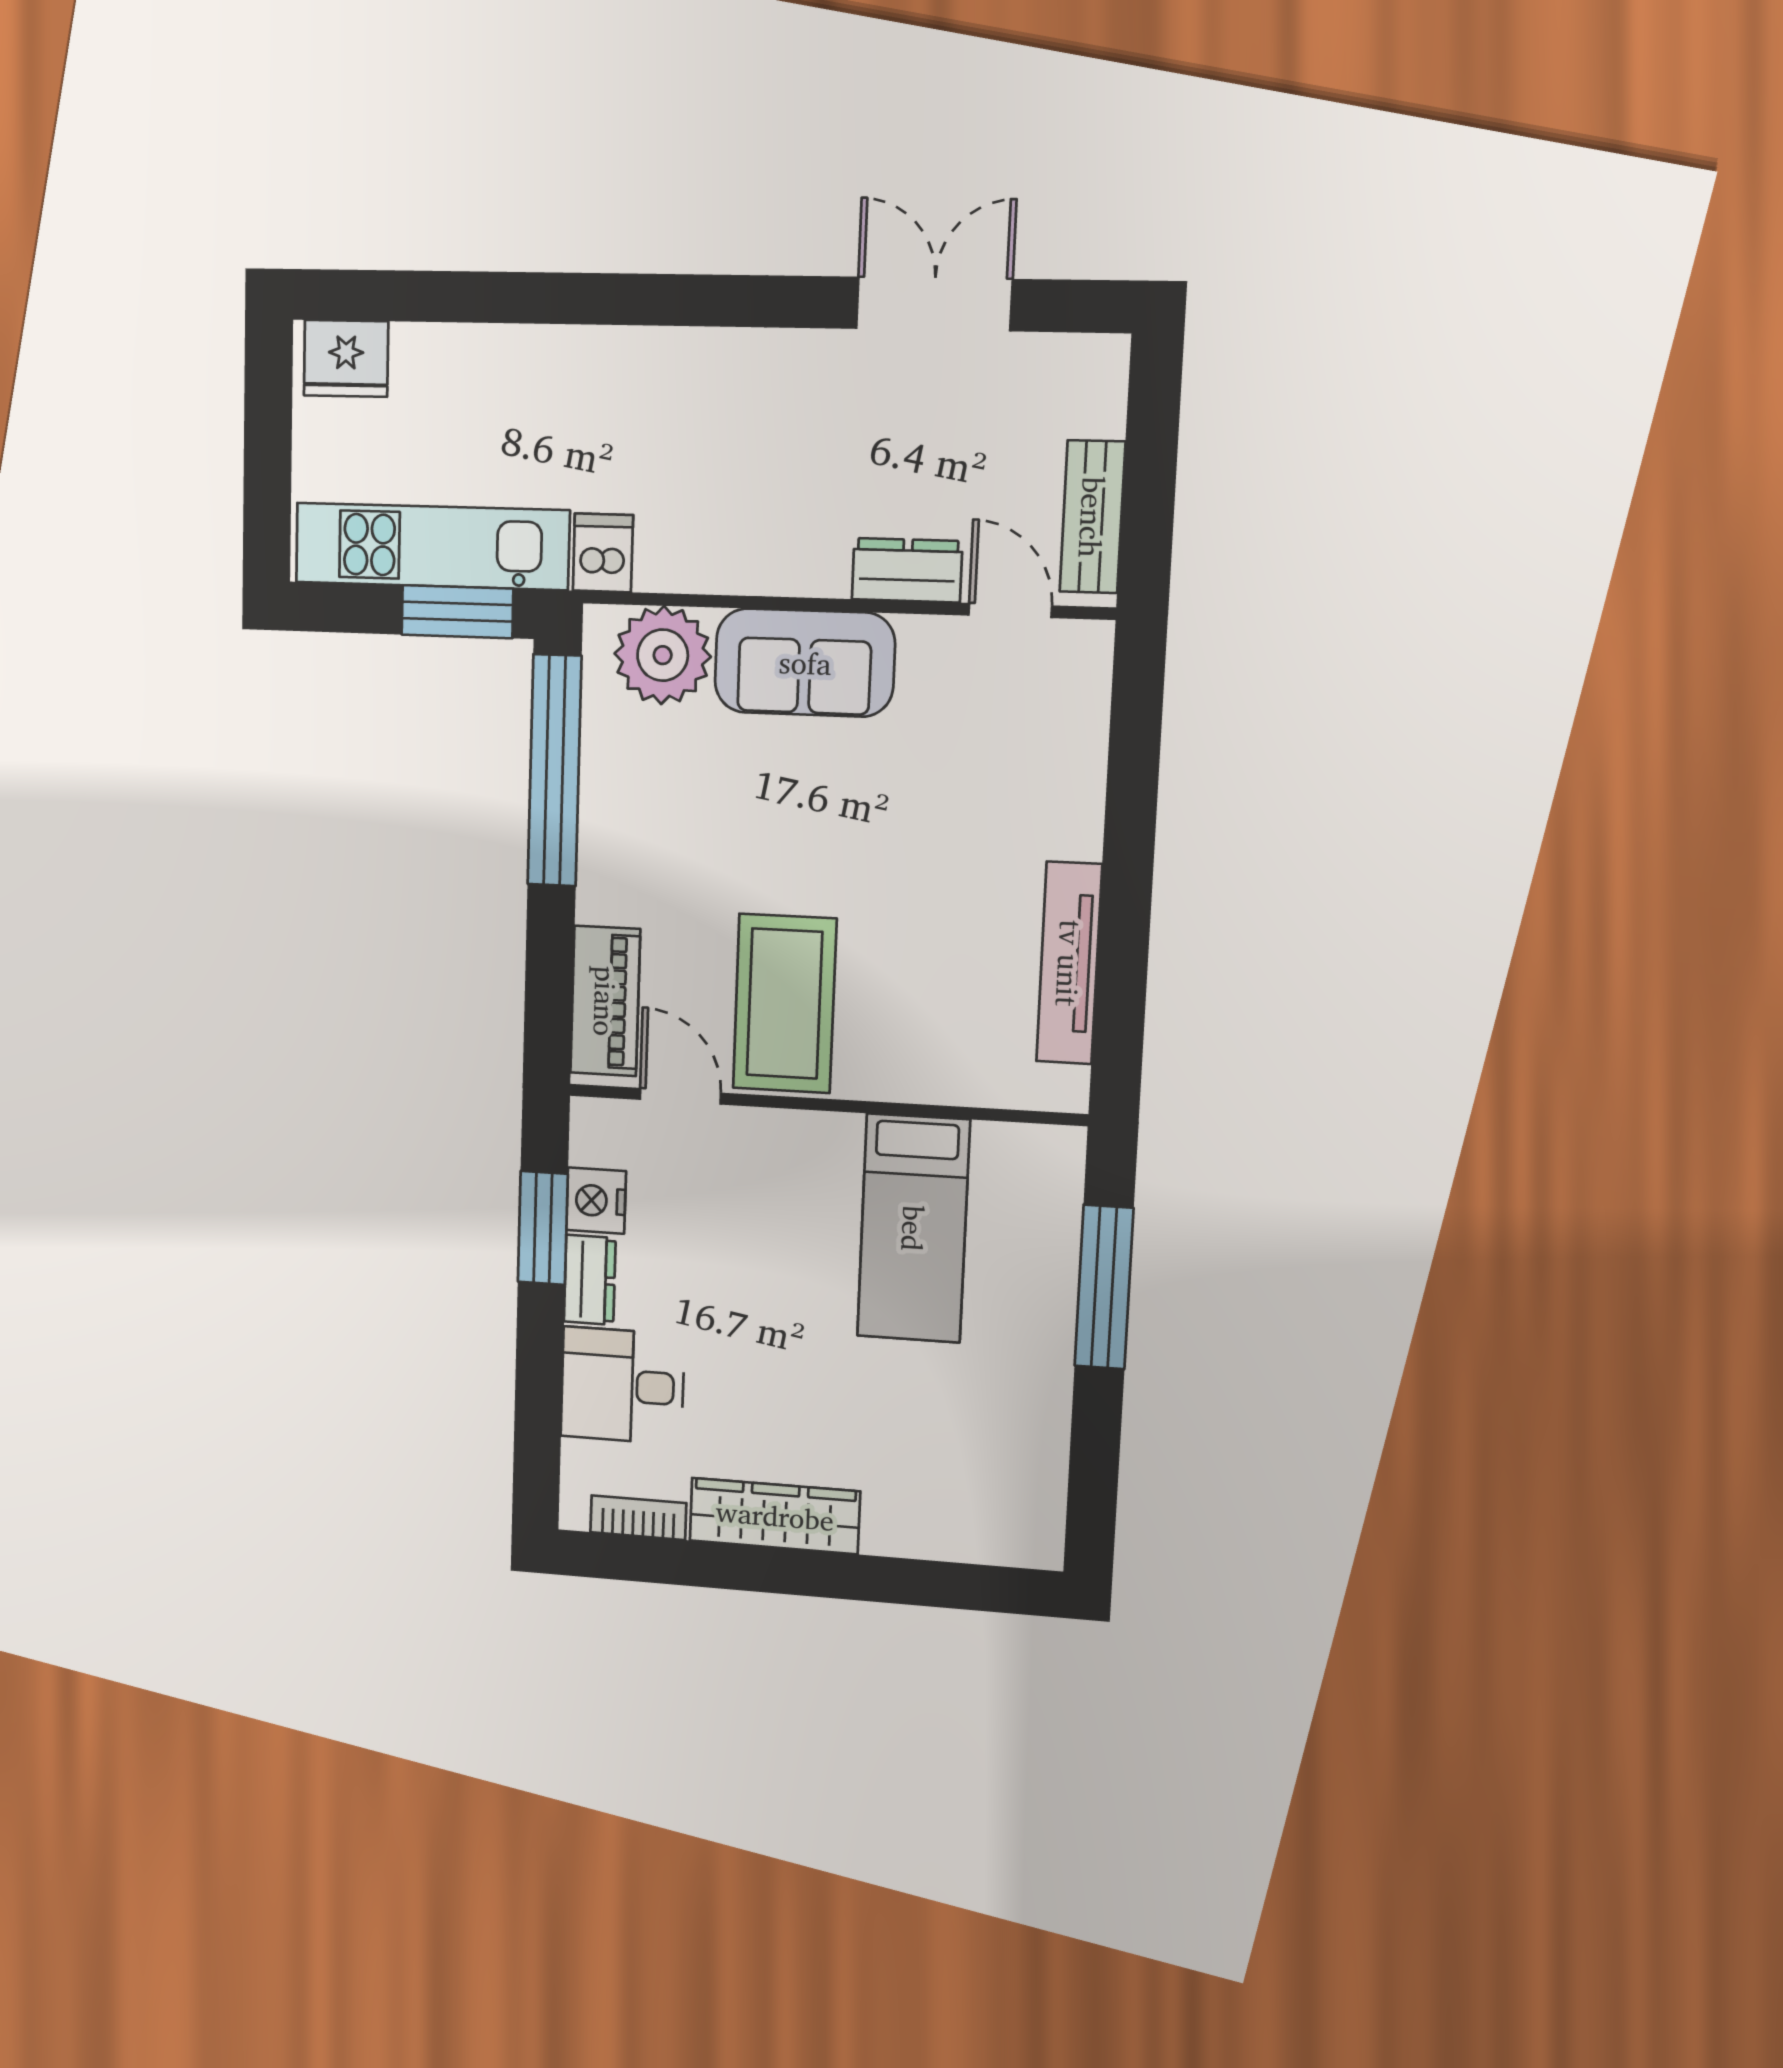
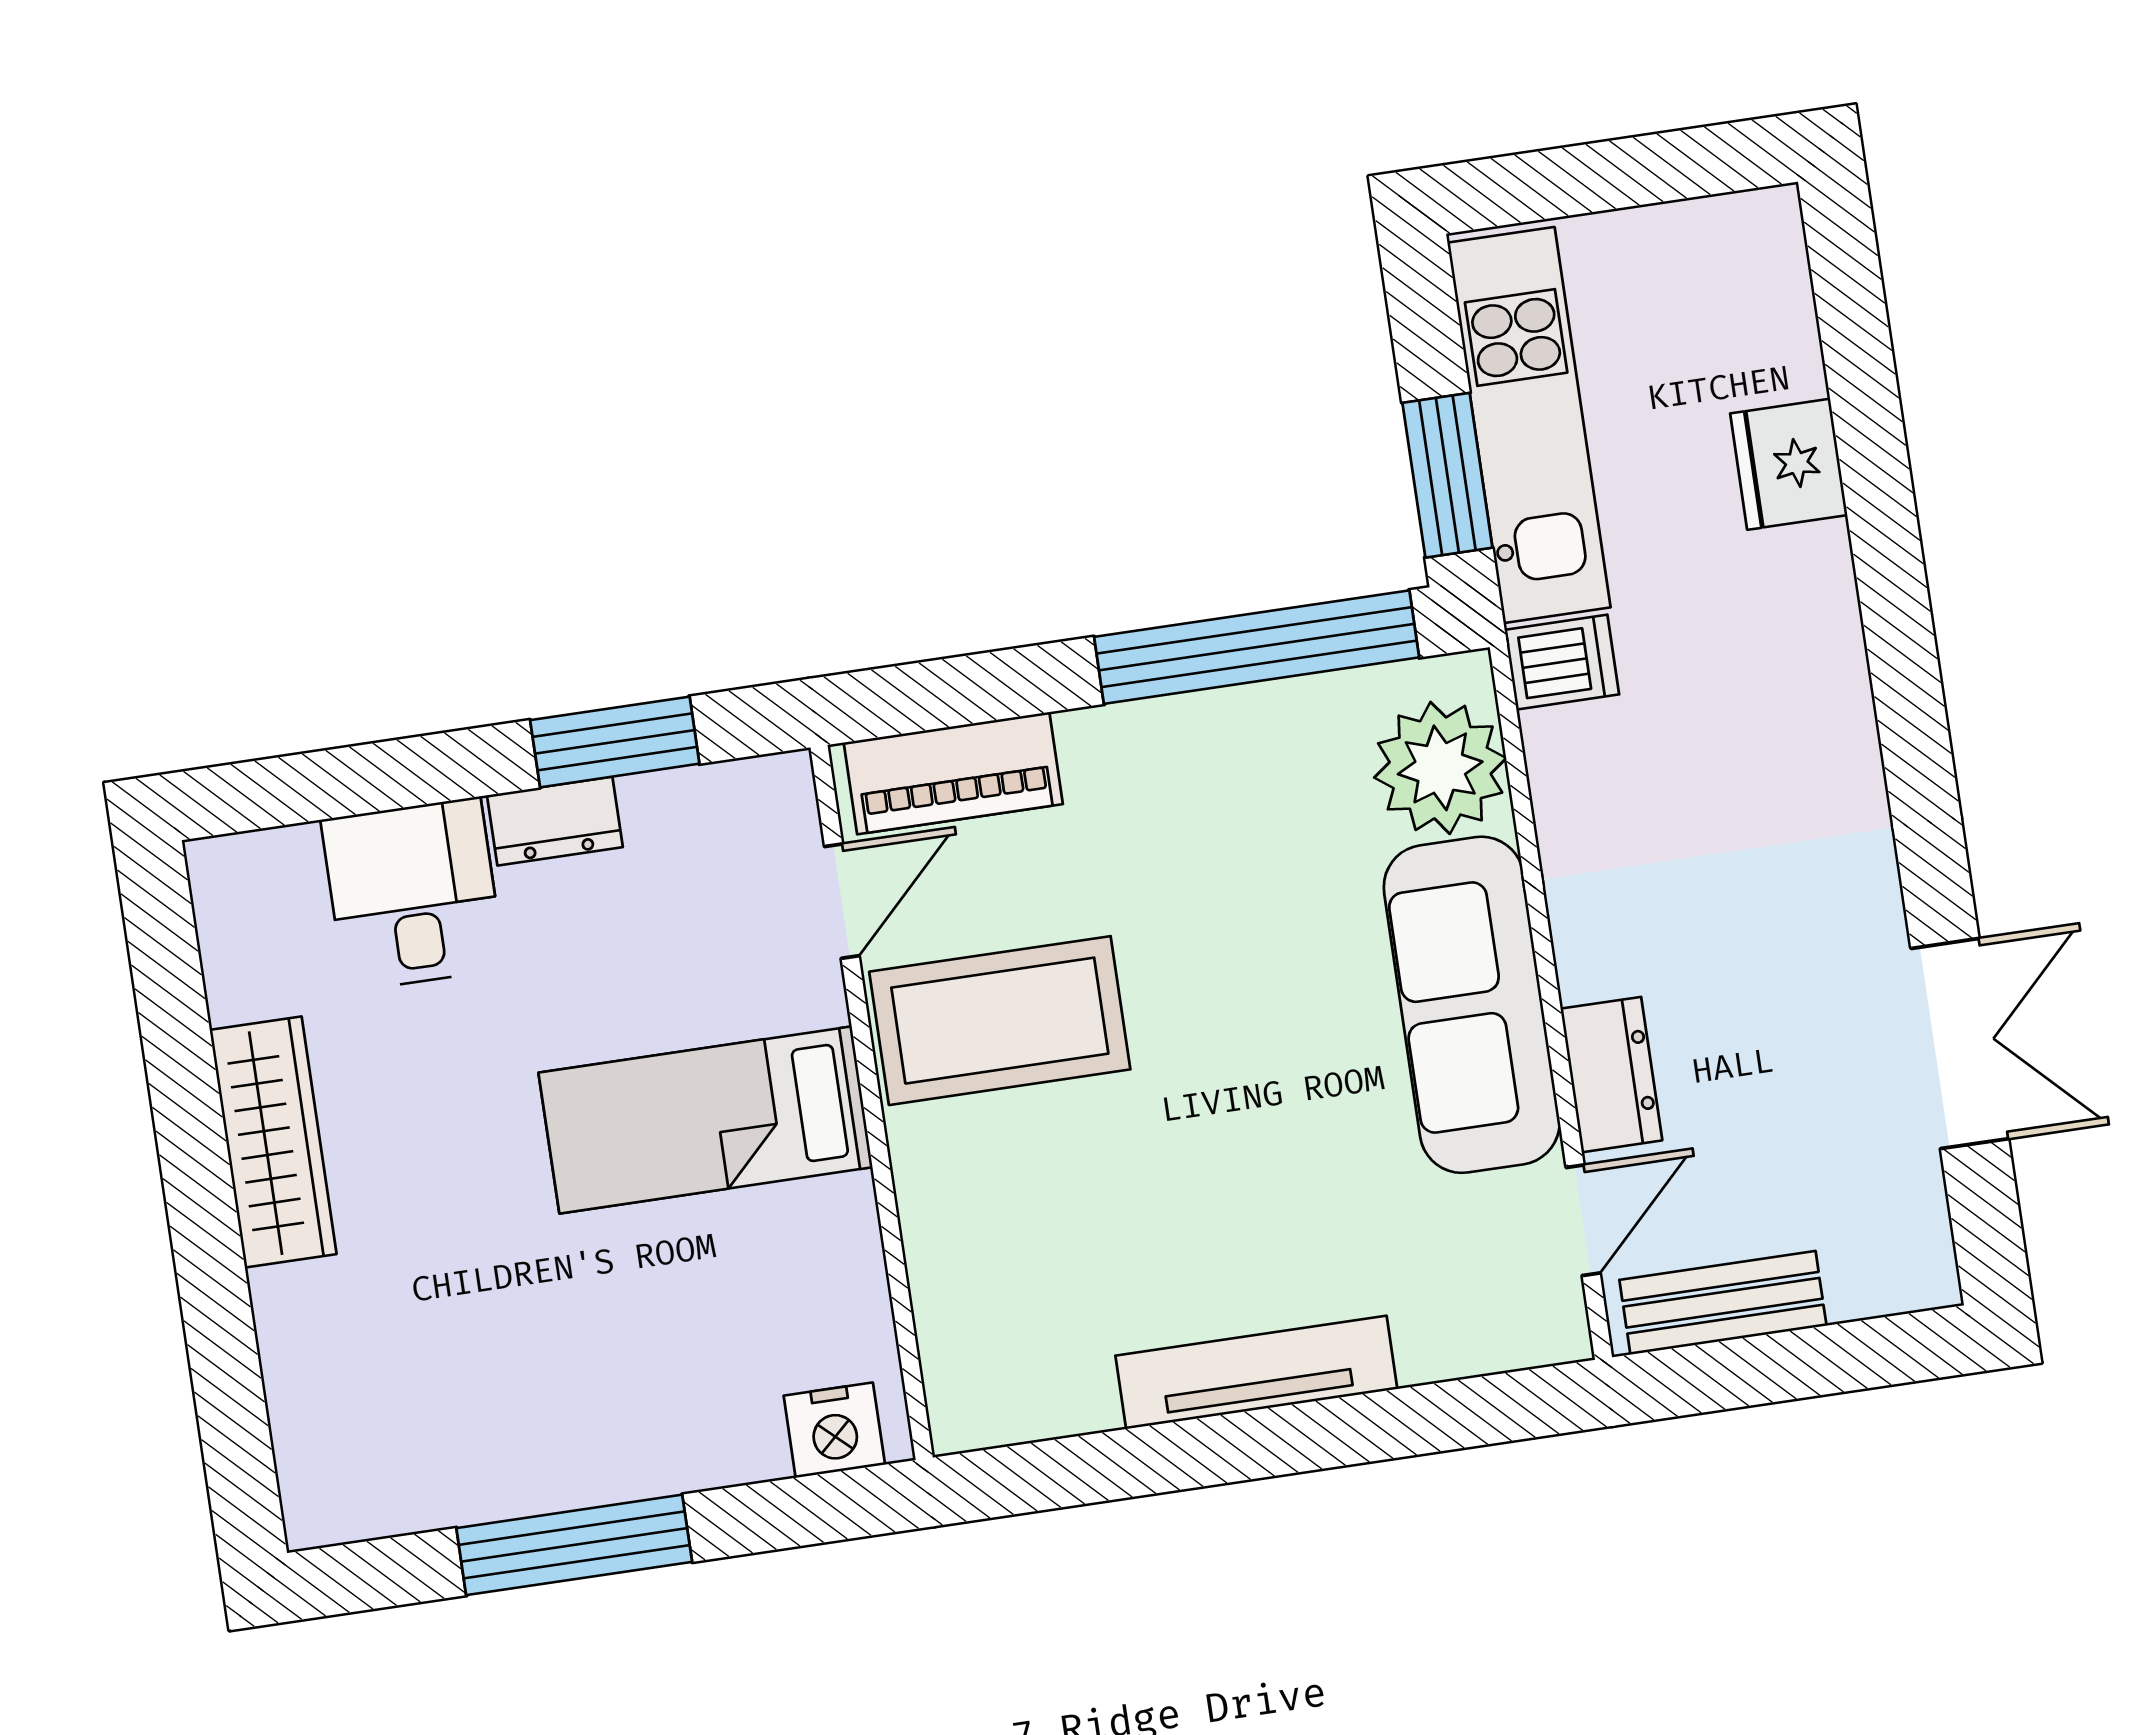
fridge: (346, 358) -> (1789, 464), moved
sofa: (805, 663) -> (1472, 1005), width x1.36
tv unit: (1069, 963) -> (1256, 1372), moved
nightstand: (596, 1201) -> (834, 1430), moved, turned 180
bed: (913, 1228) -> (706, 1120), moved
window: (1104, 1287) -> (574, 1545), moved
bookcase: (638, 1518) -> (226, 951), removed

